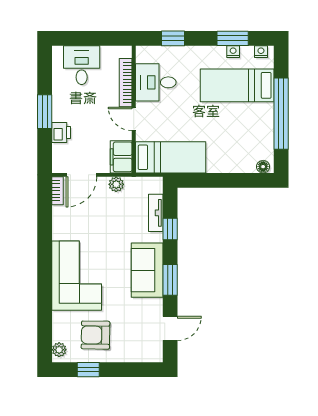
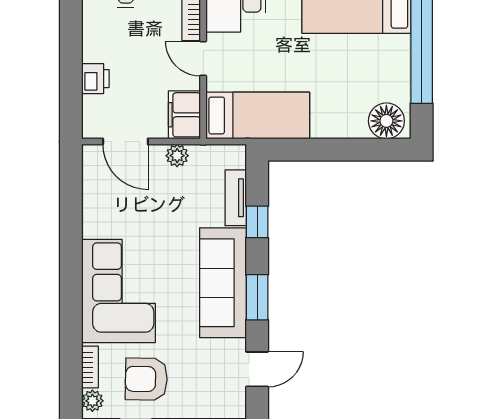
window: (45, 112) -> (71, 48), removed
floor lamp: (263, 167) -> (386, 121), width x1.89, depth x1.89
door: (81, 175) -> (125, 142), hinge flipped
bookcase: (57, 191) -> (90, 367), moved
sofa: (147, 270) -> (223, 283), width x1.36

